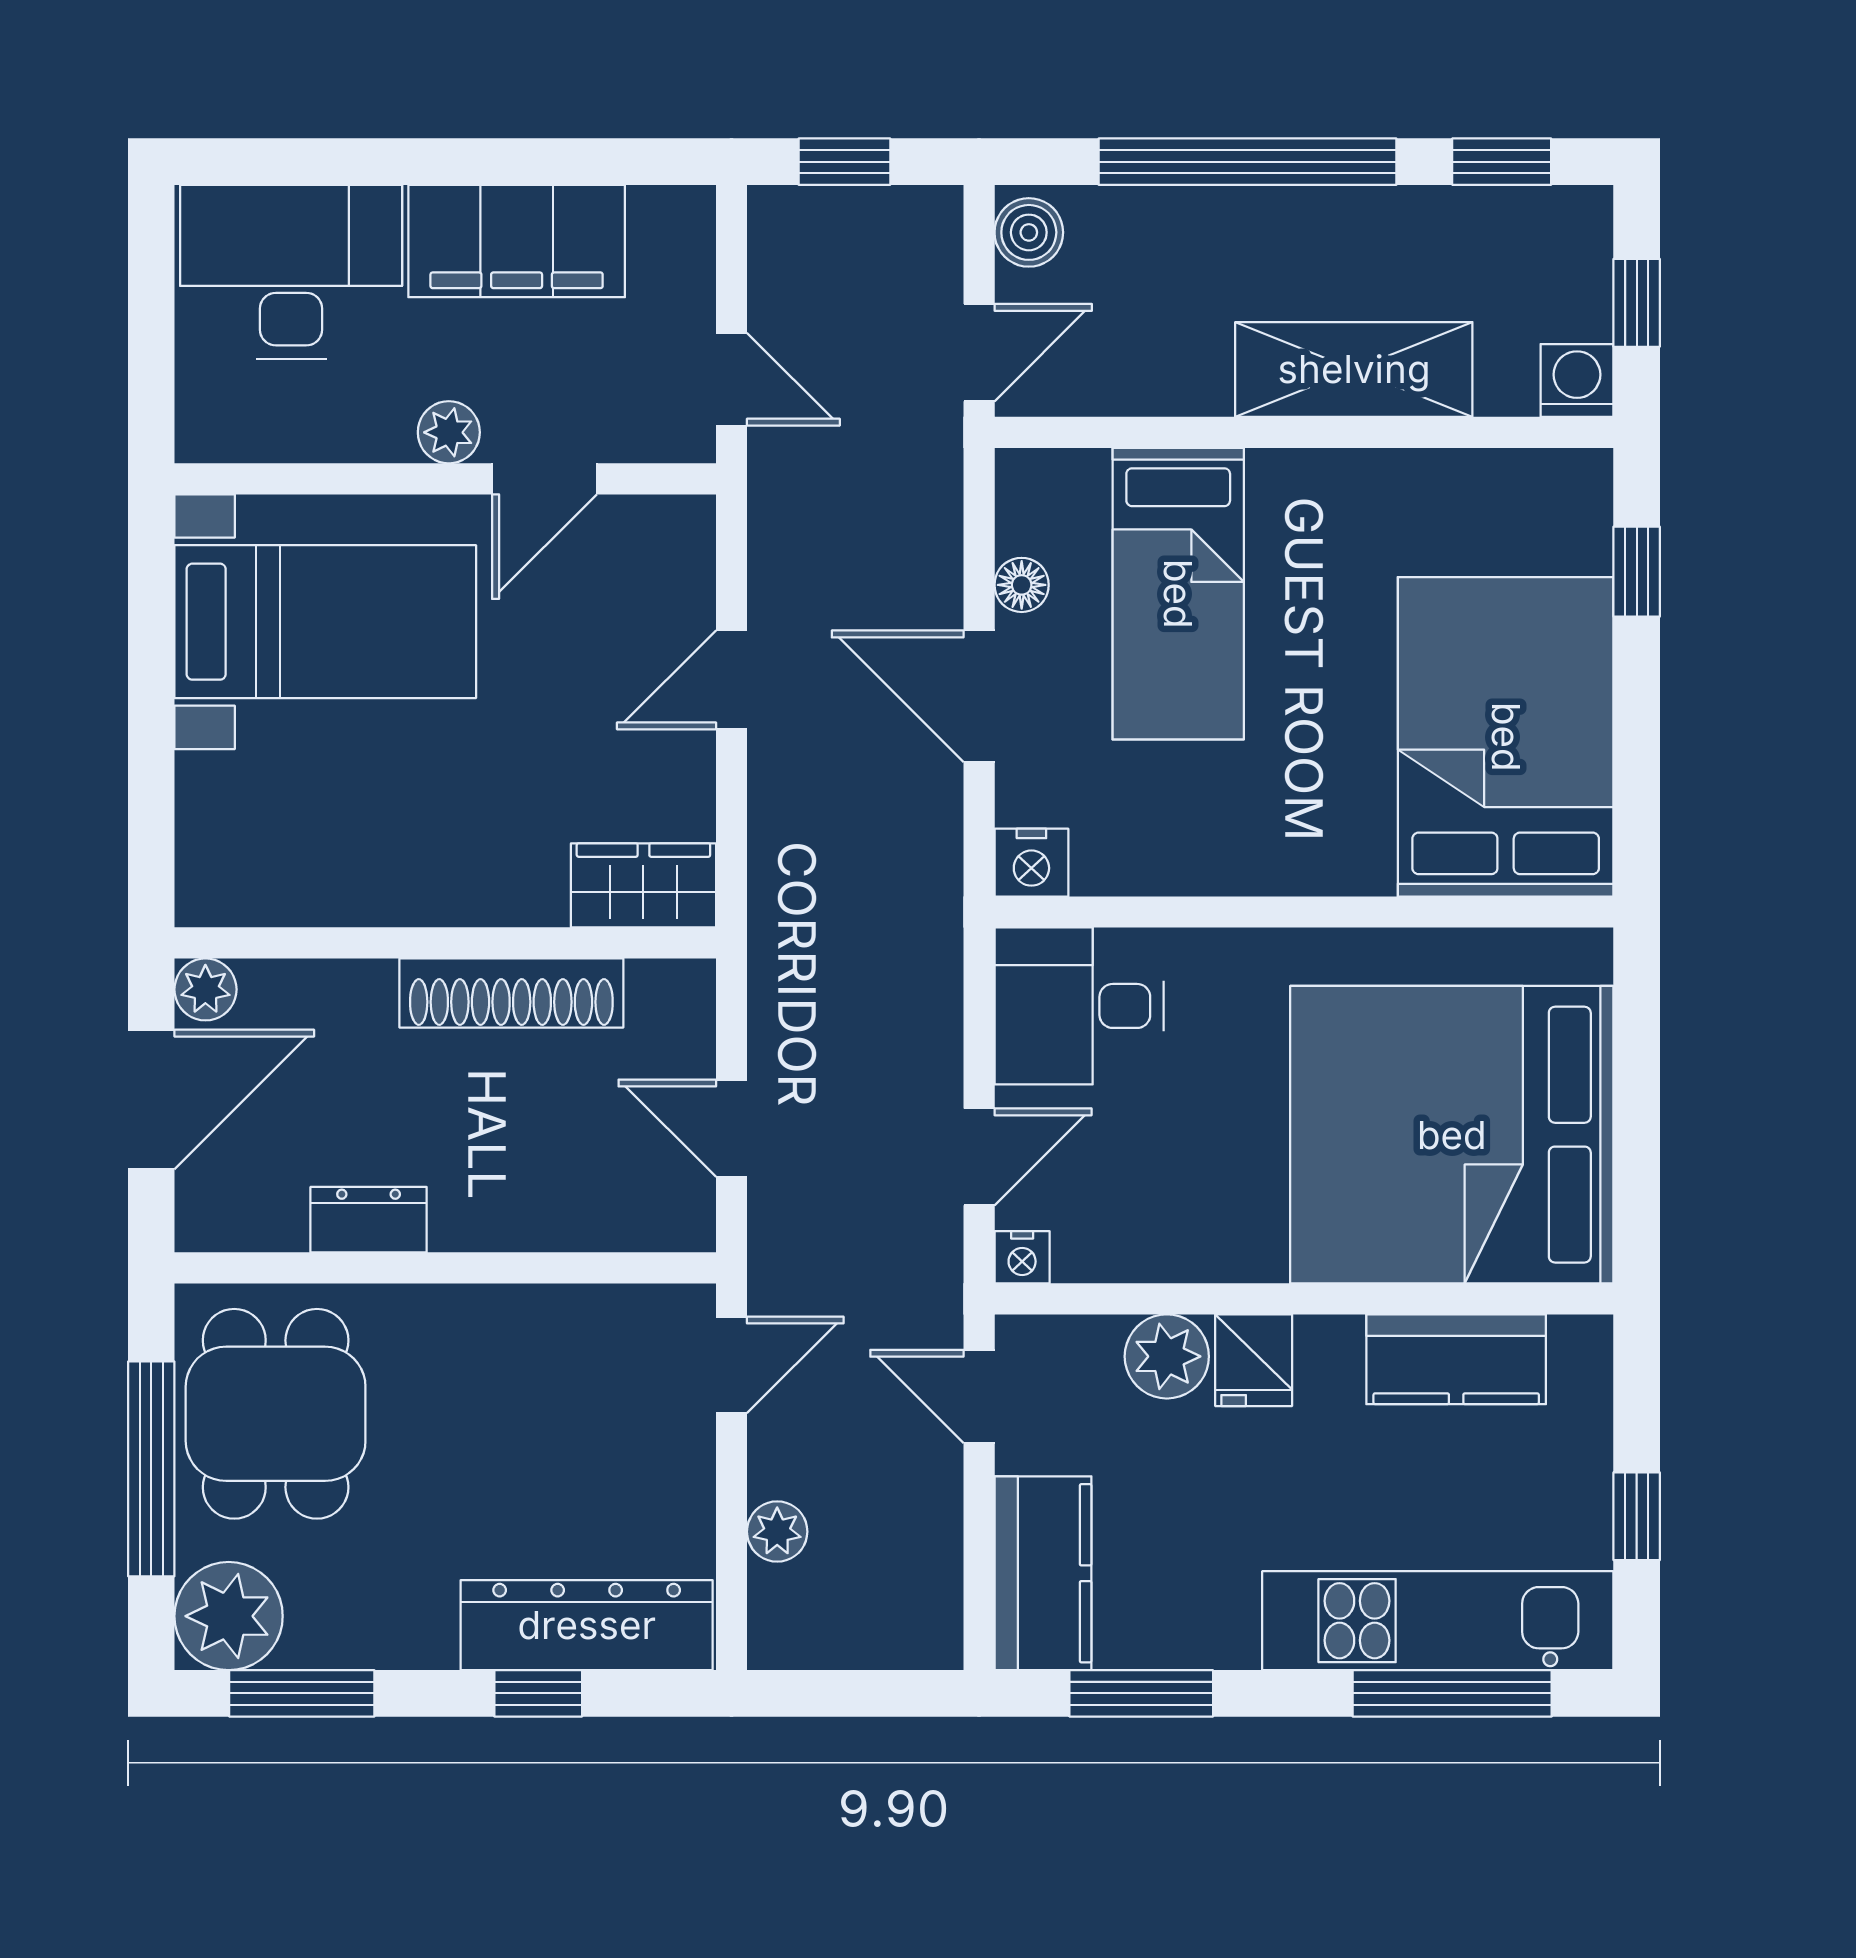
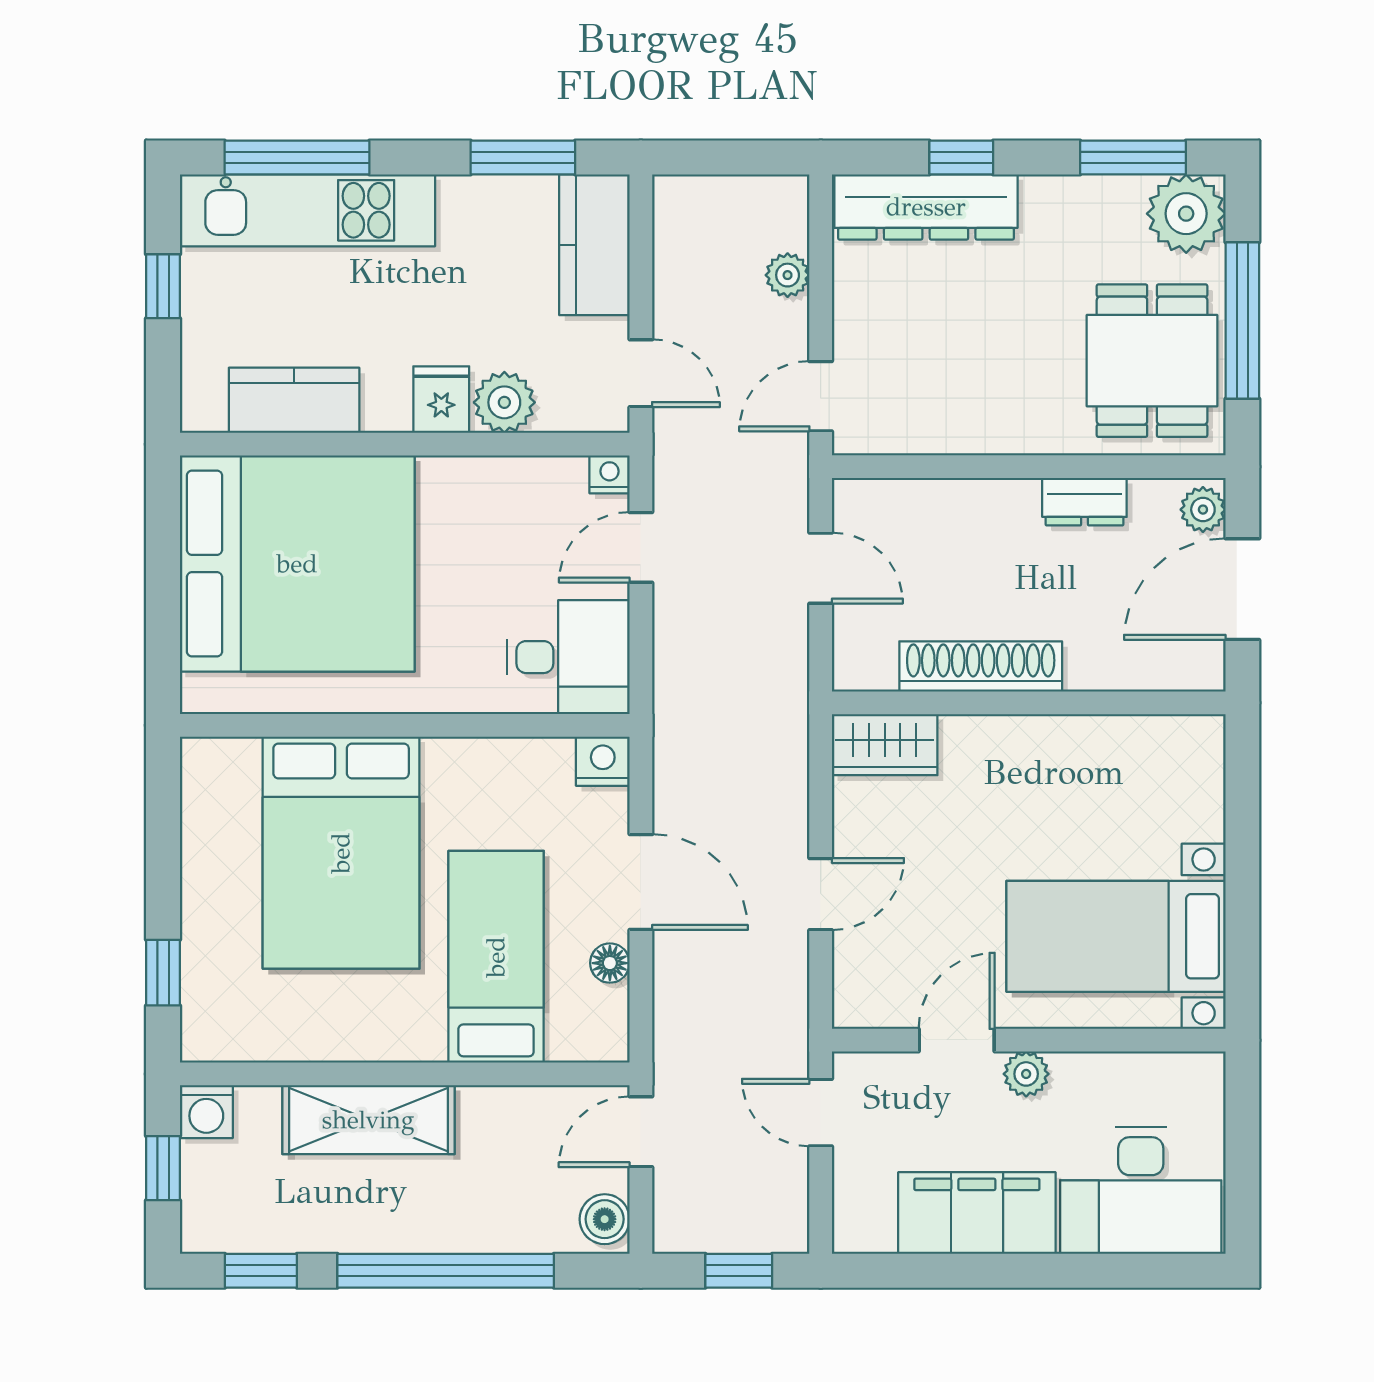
bed: (1506, 737) -> (341, 853), moved
plant: (205, 989) -> (1203, 510), moved

